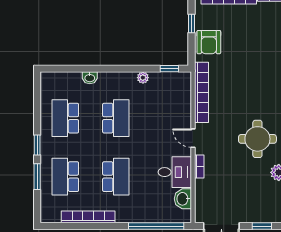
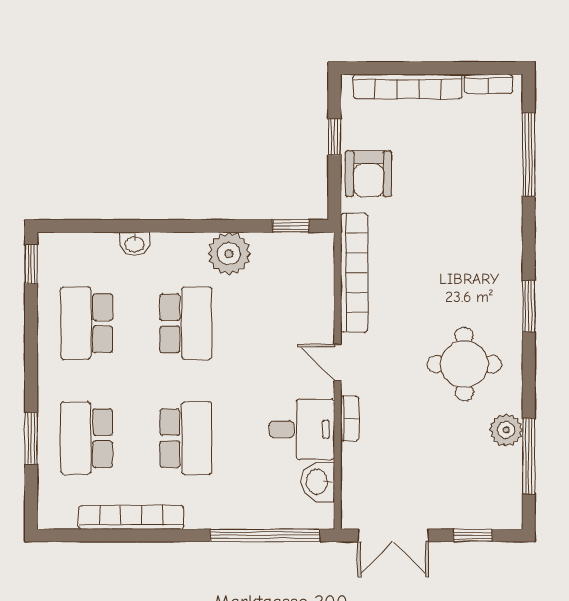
plant: (143, 78) -> (229, 254), width x1.88, depth x1.88
window: (37, 145) -> (31, 264), moved

